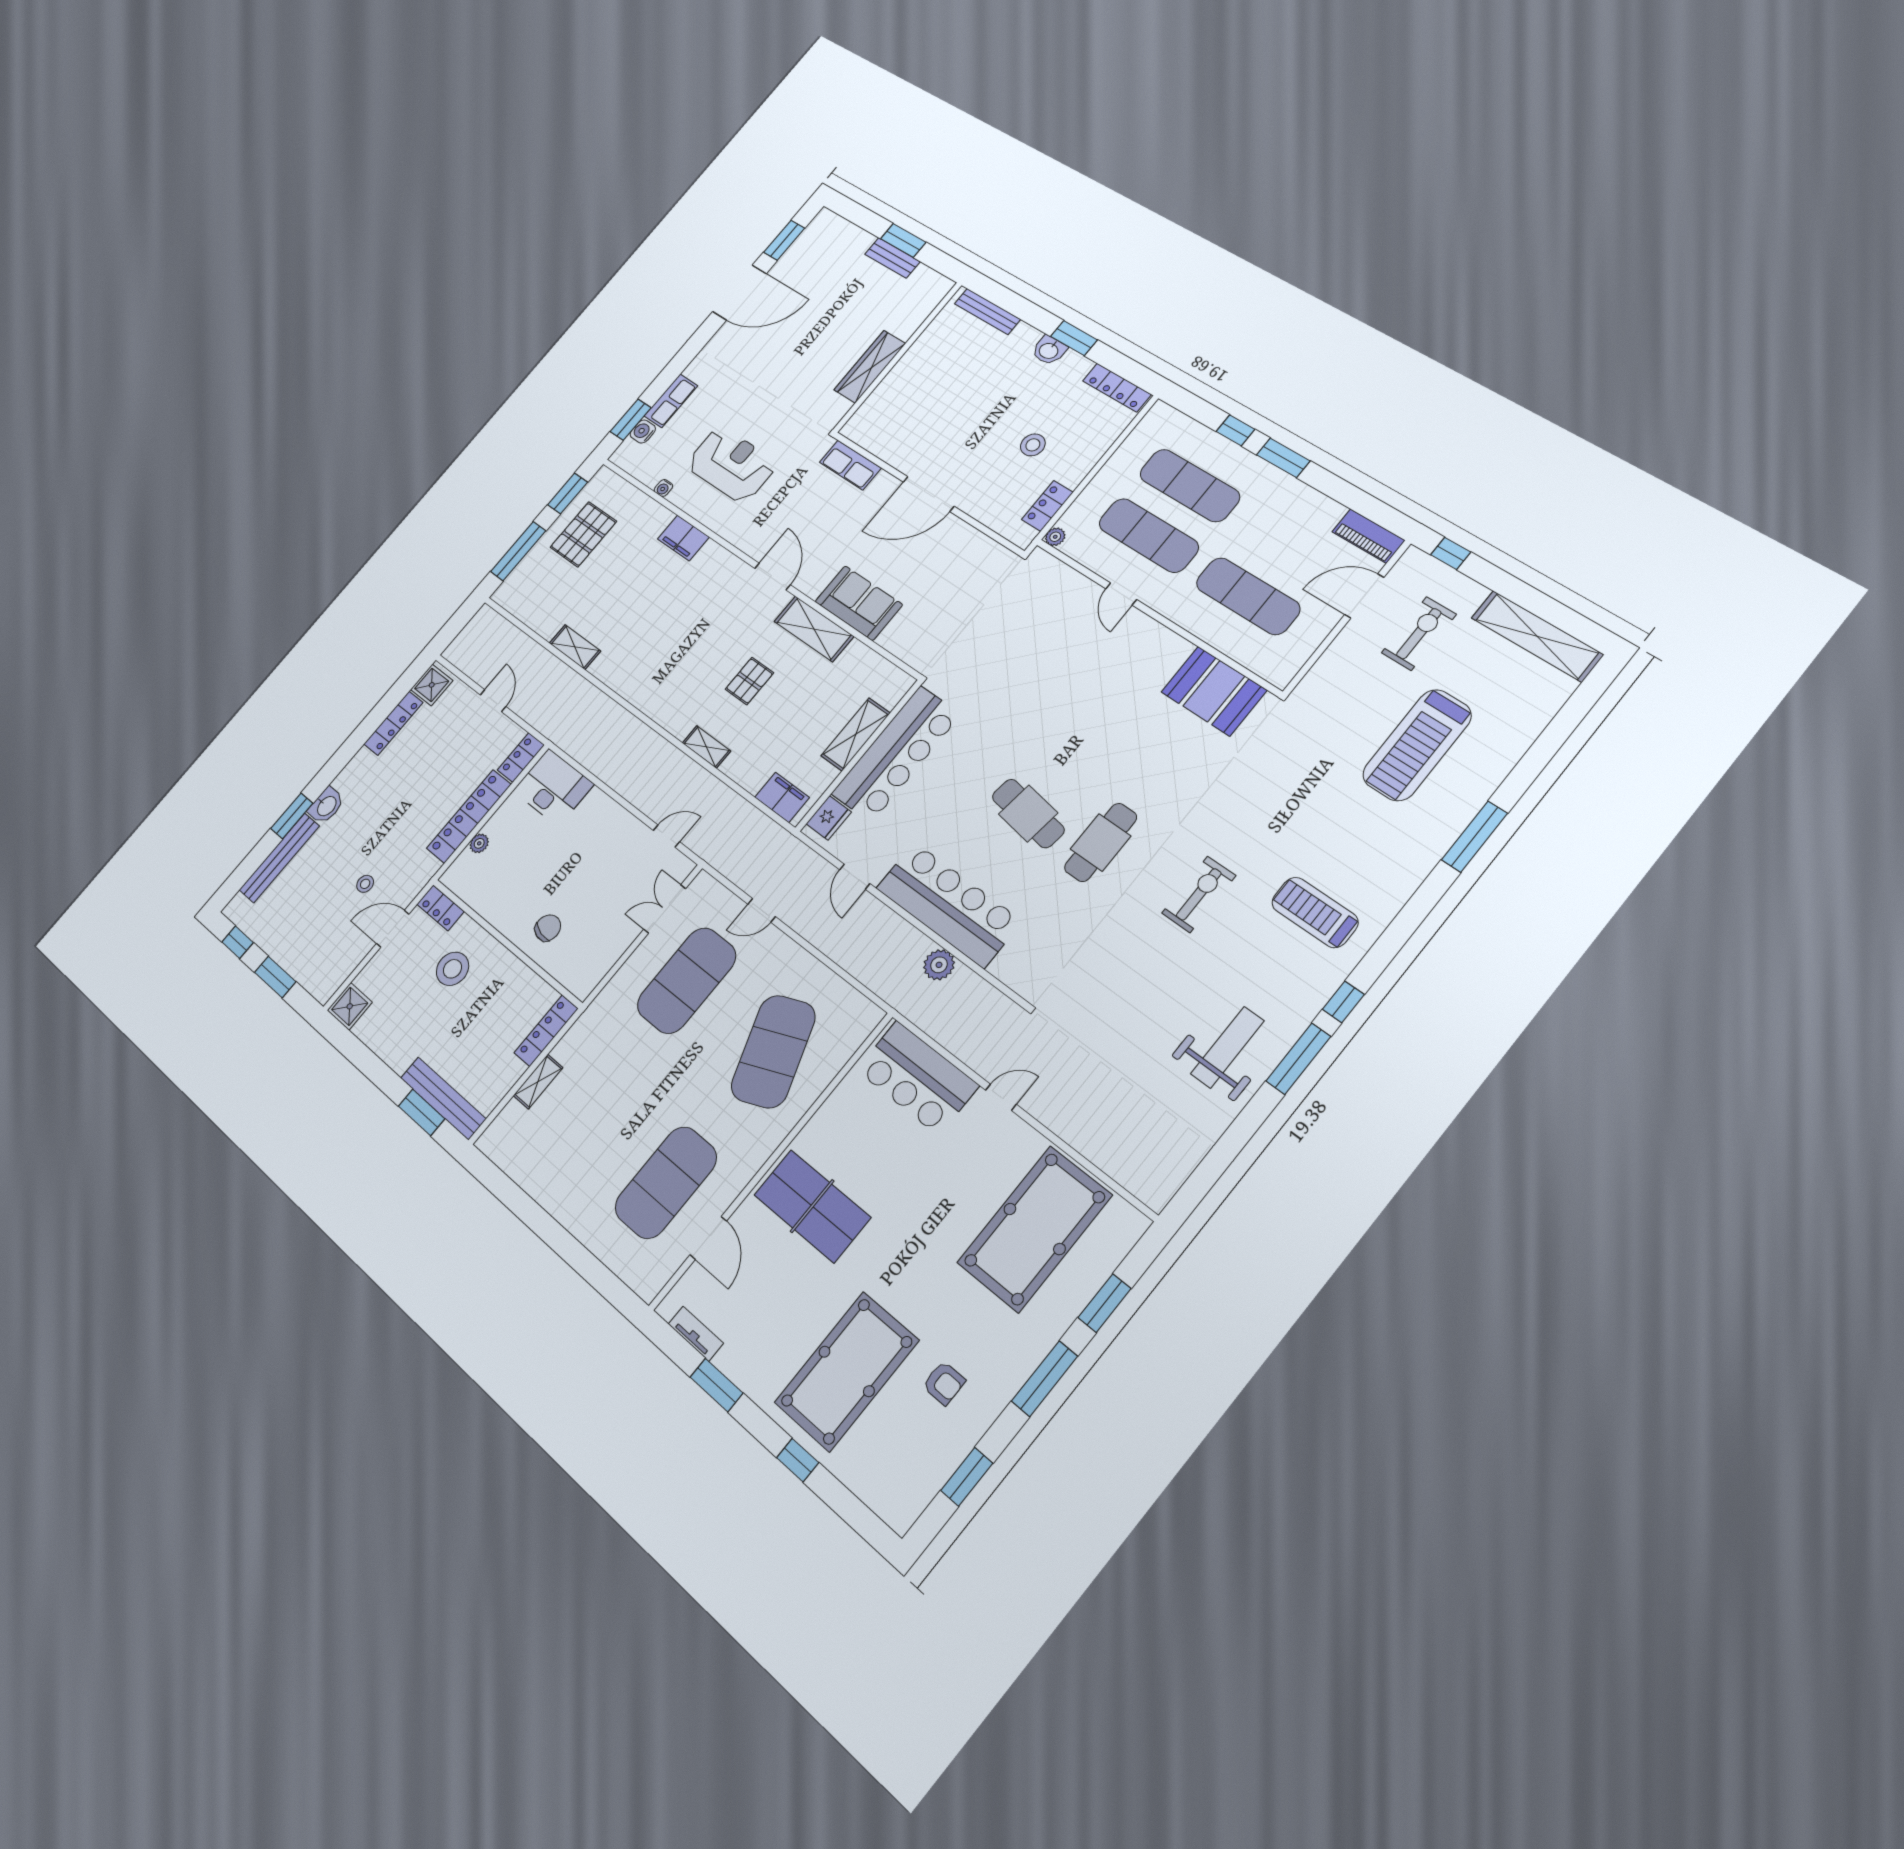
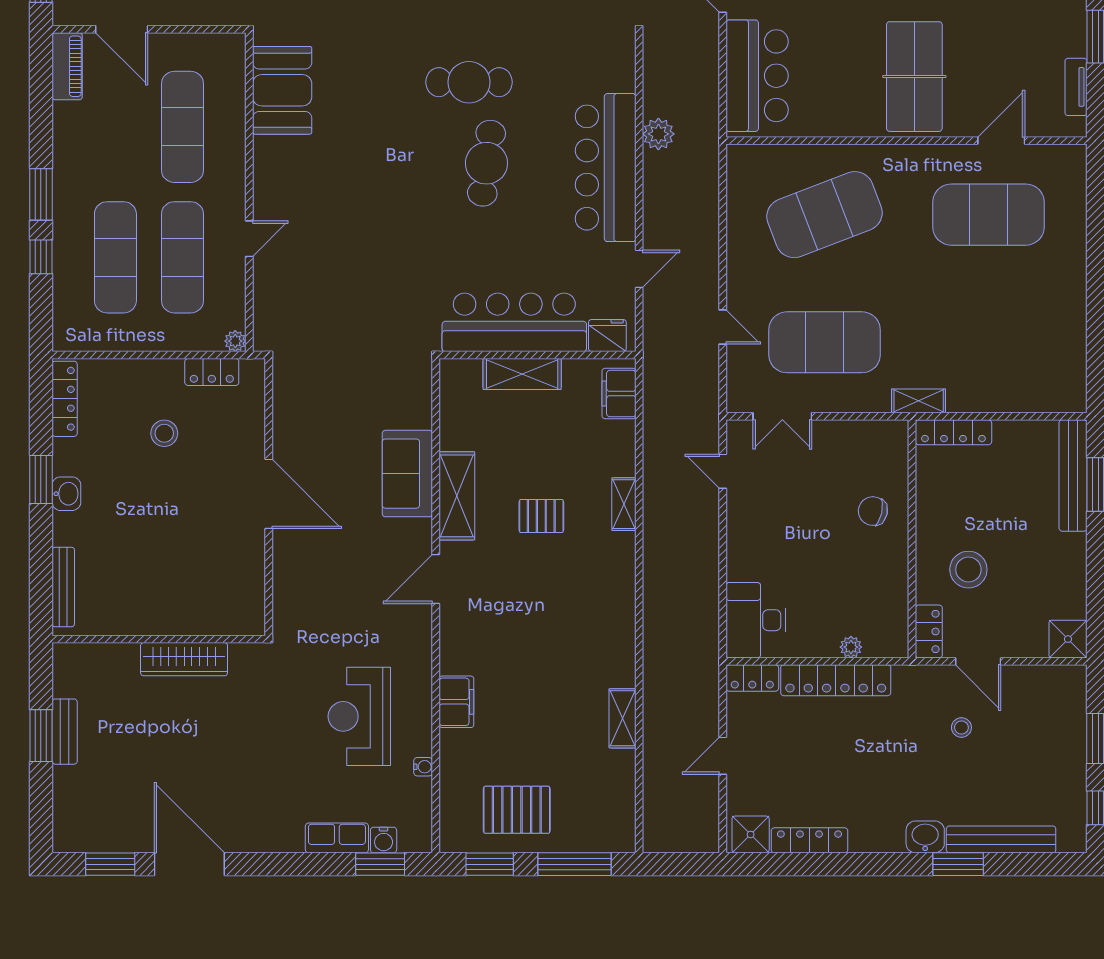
row of seats: (850, 465) -> (288, 595), removed
shelving: (538, 1082) -> (919, 401), moved

